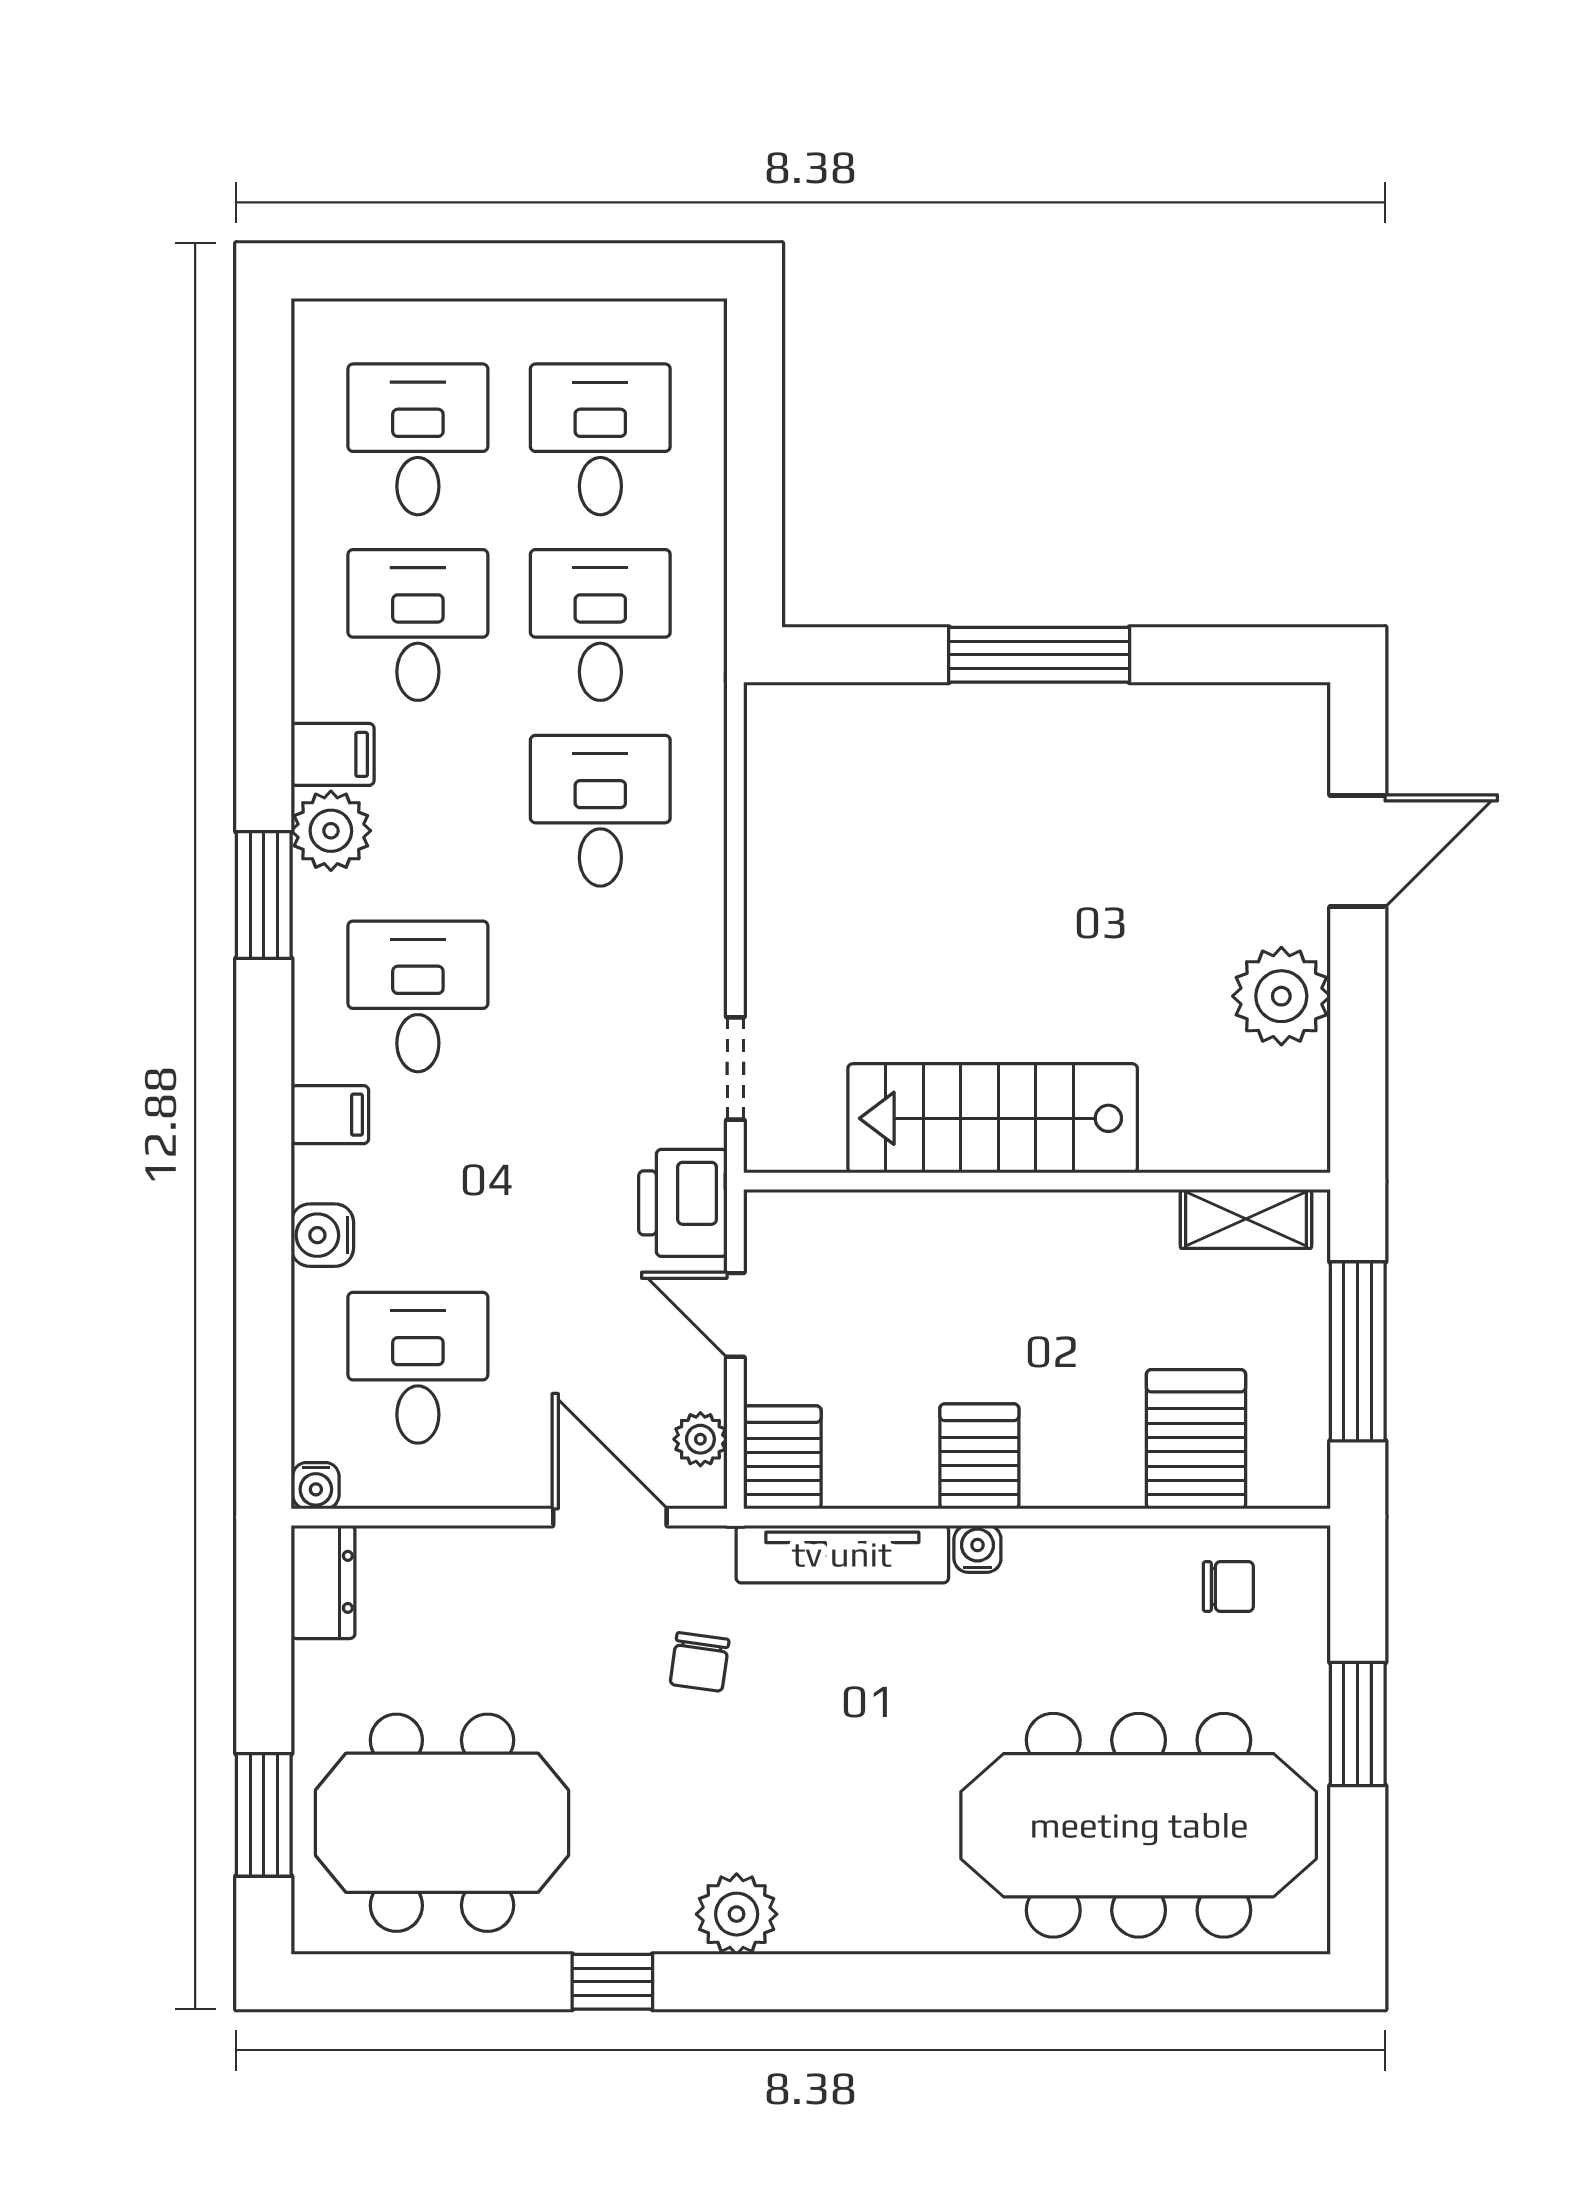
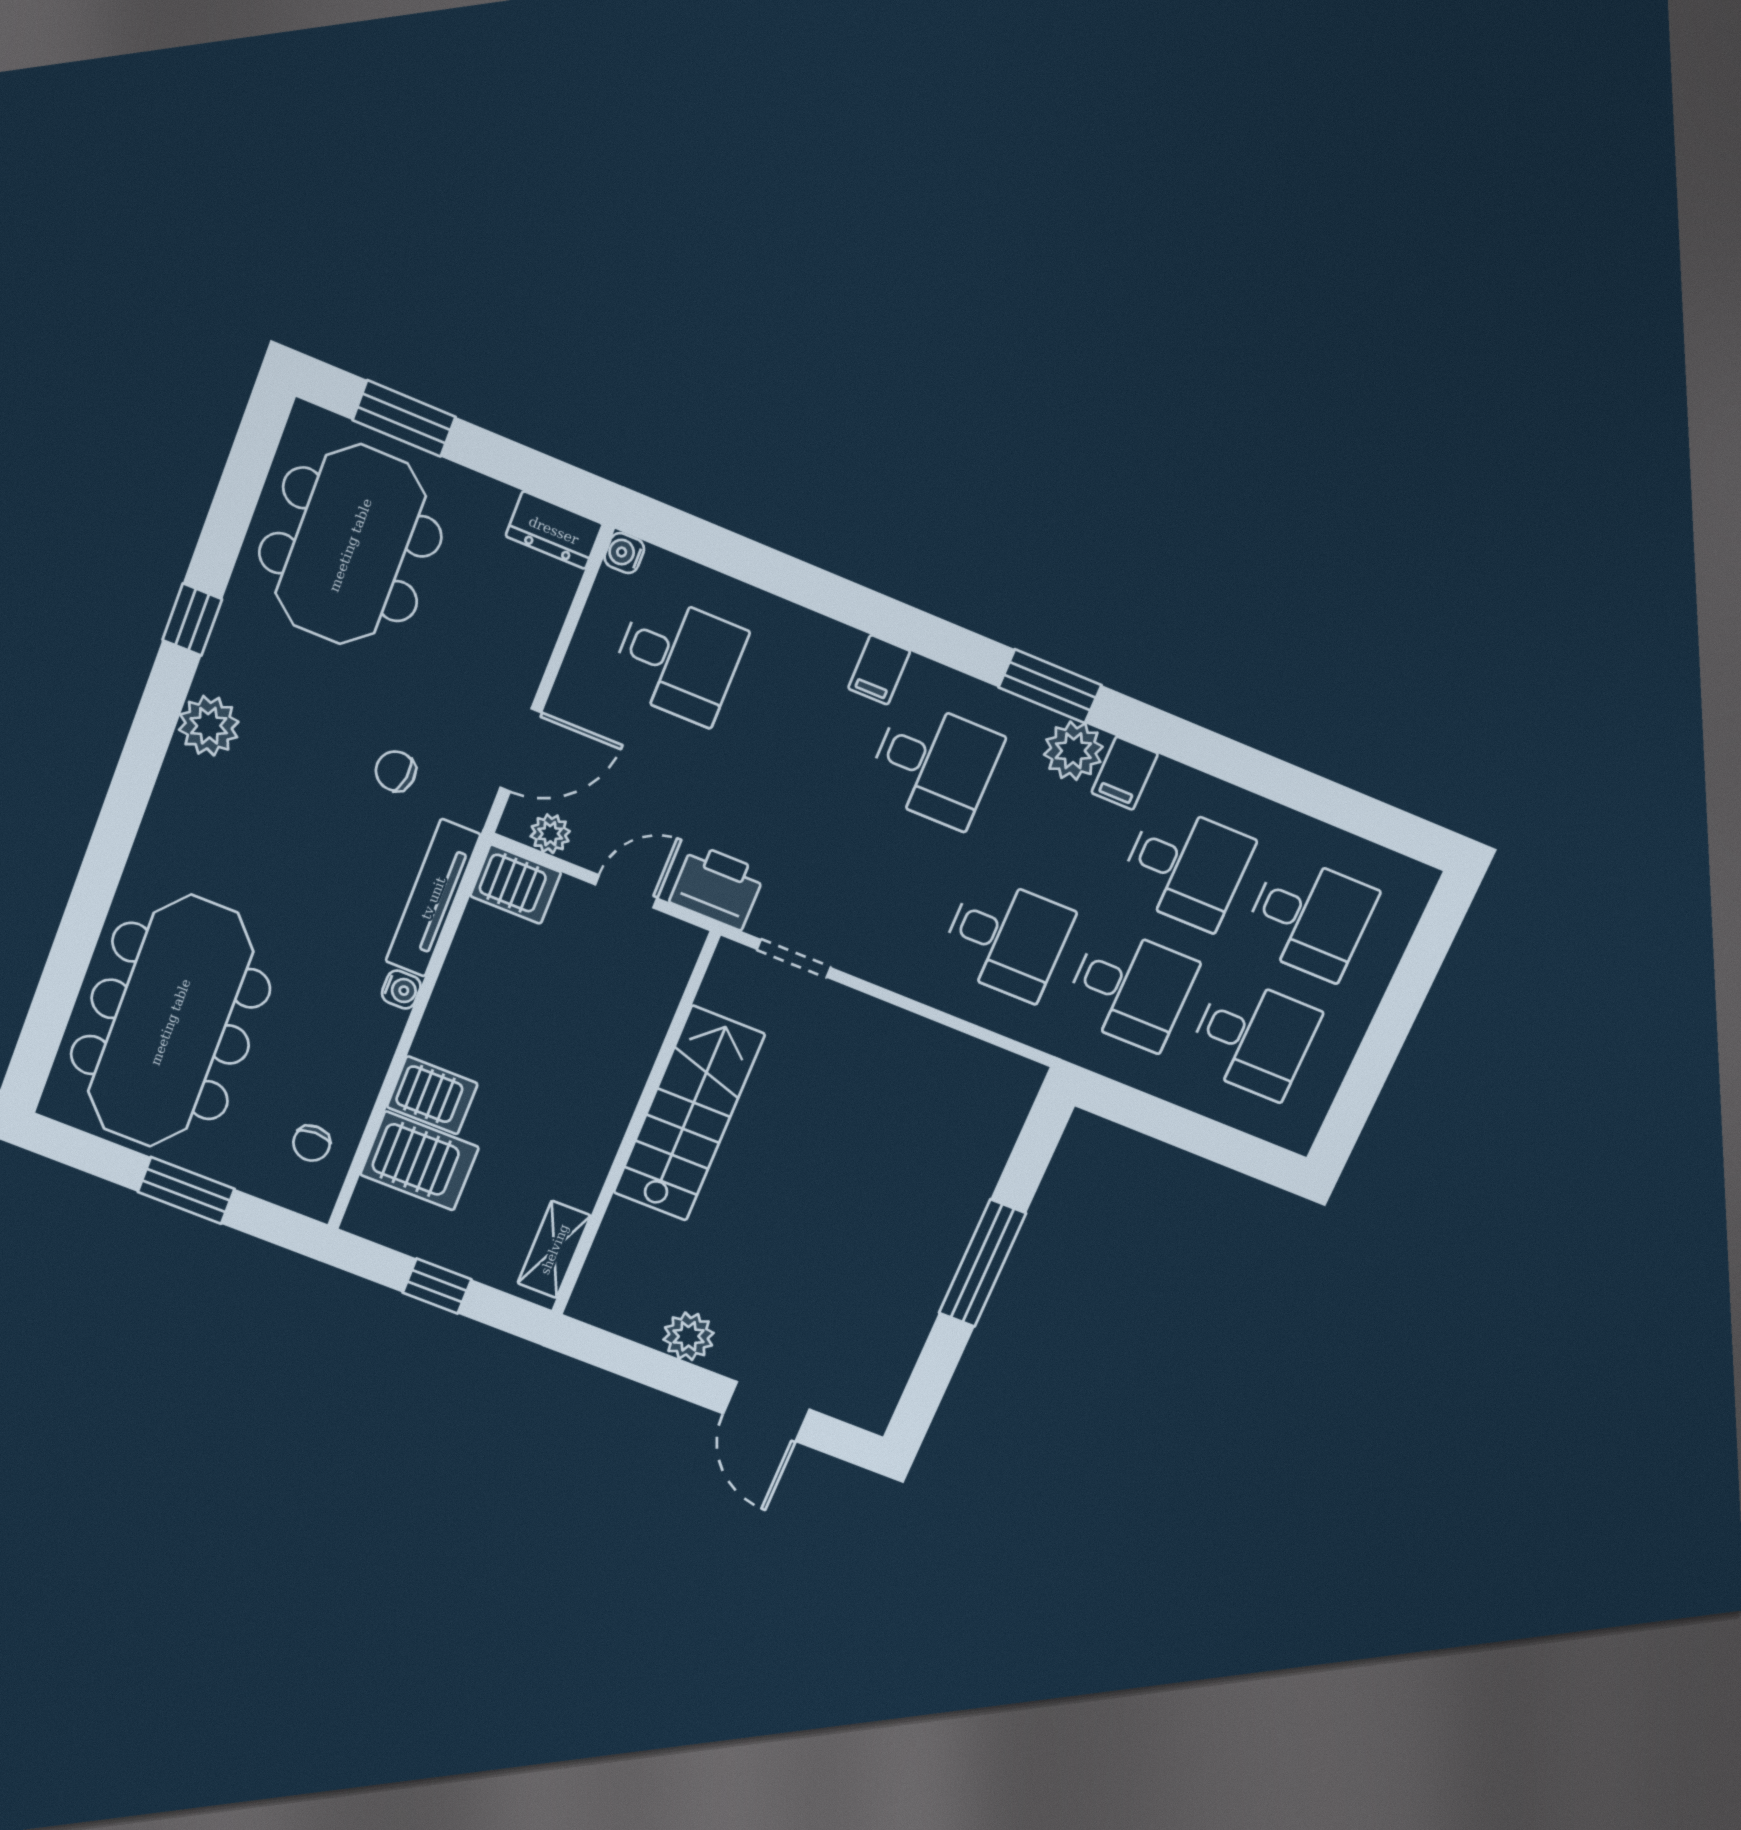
plant: (1281, 996) -> (689, 1336), width x0.73, depth x0.73
water cooler: (322, 1235) -> (798, 630), removed
window: (1358, 1351) -> (437, 1286), width x0.46
server rack: (979, 1456) -> (432, 1095), moved

